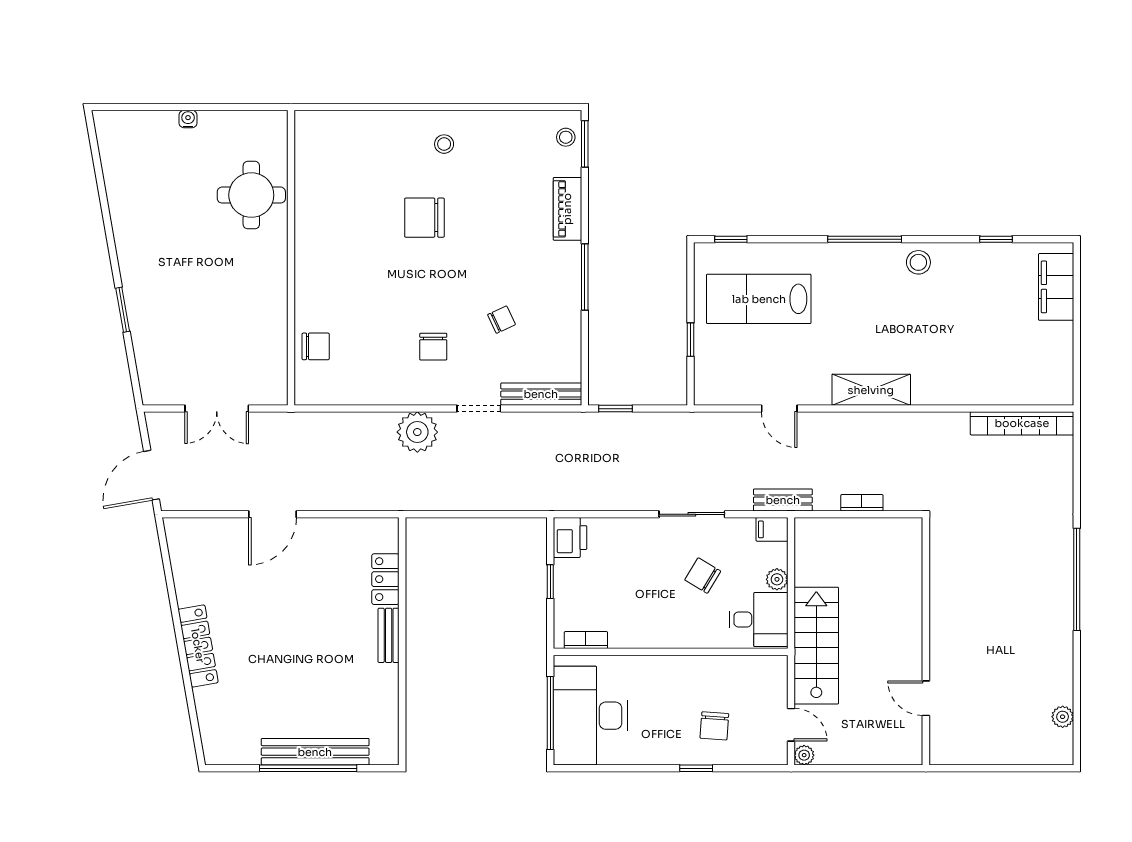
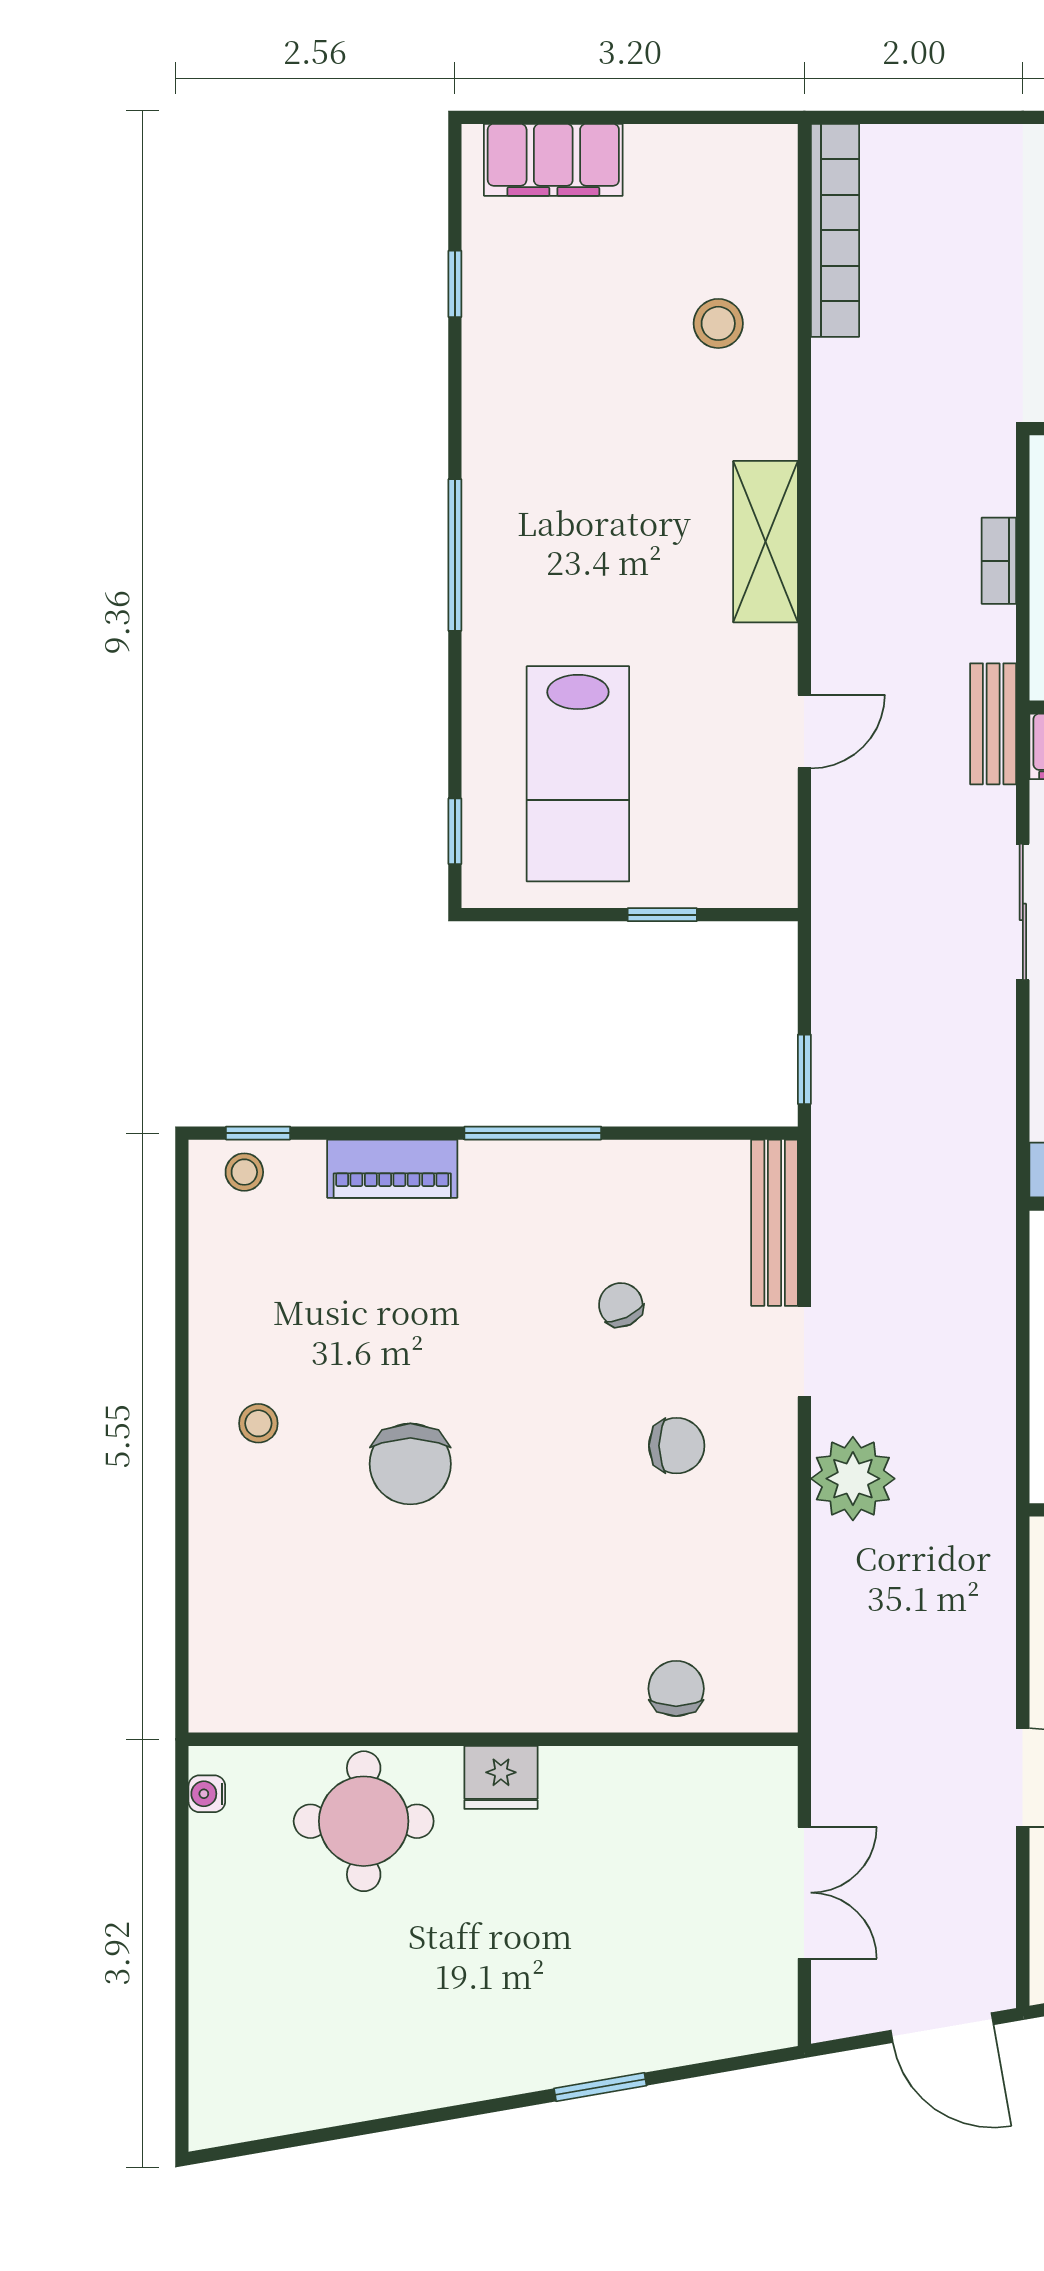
water cooler: (188, 119) -> (207, 1794), moved
window: (585, 144) -> (258, 1133), width x0.67
fridge: (273, 262) -> (501, 1777), added
stool: (918, 262) -> (718, 323), moved

